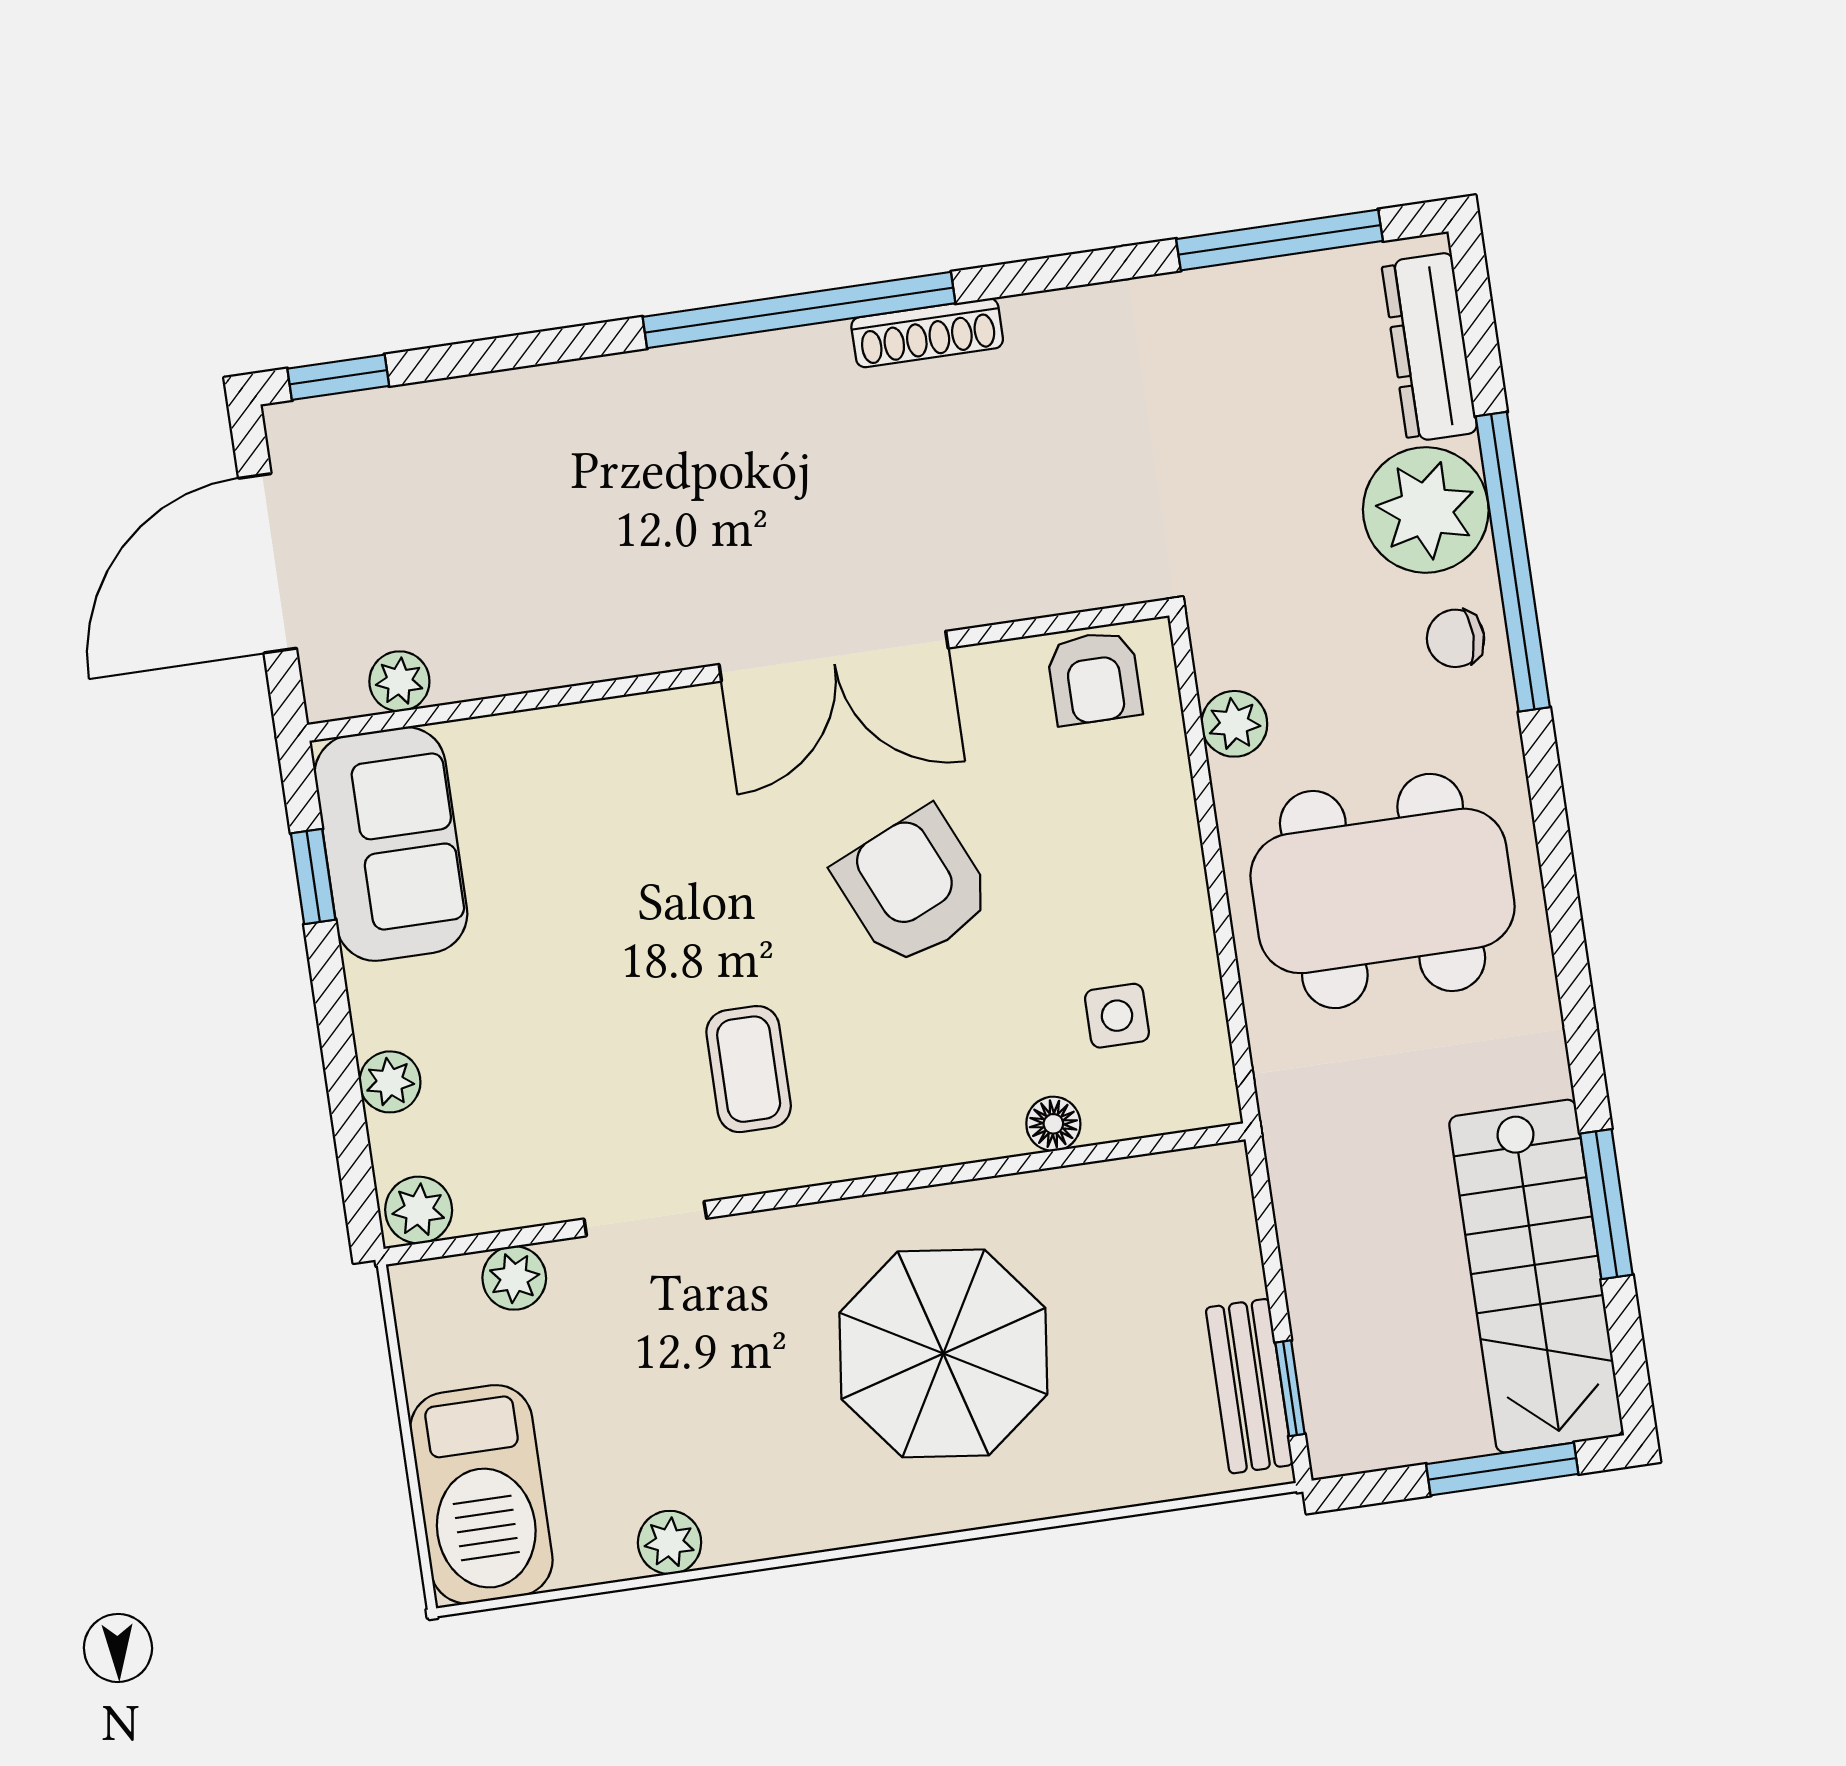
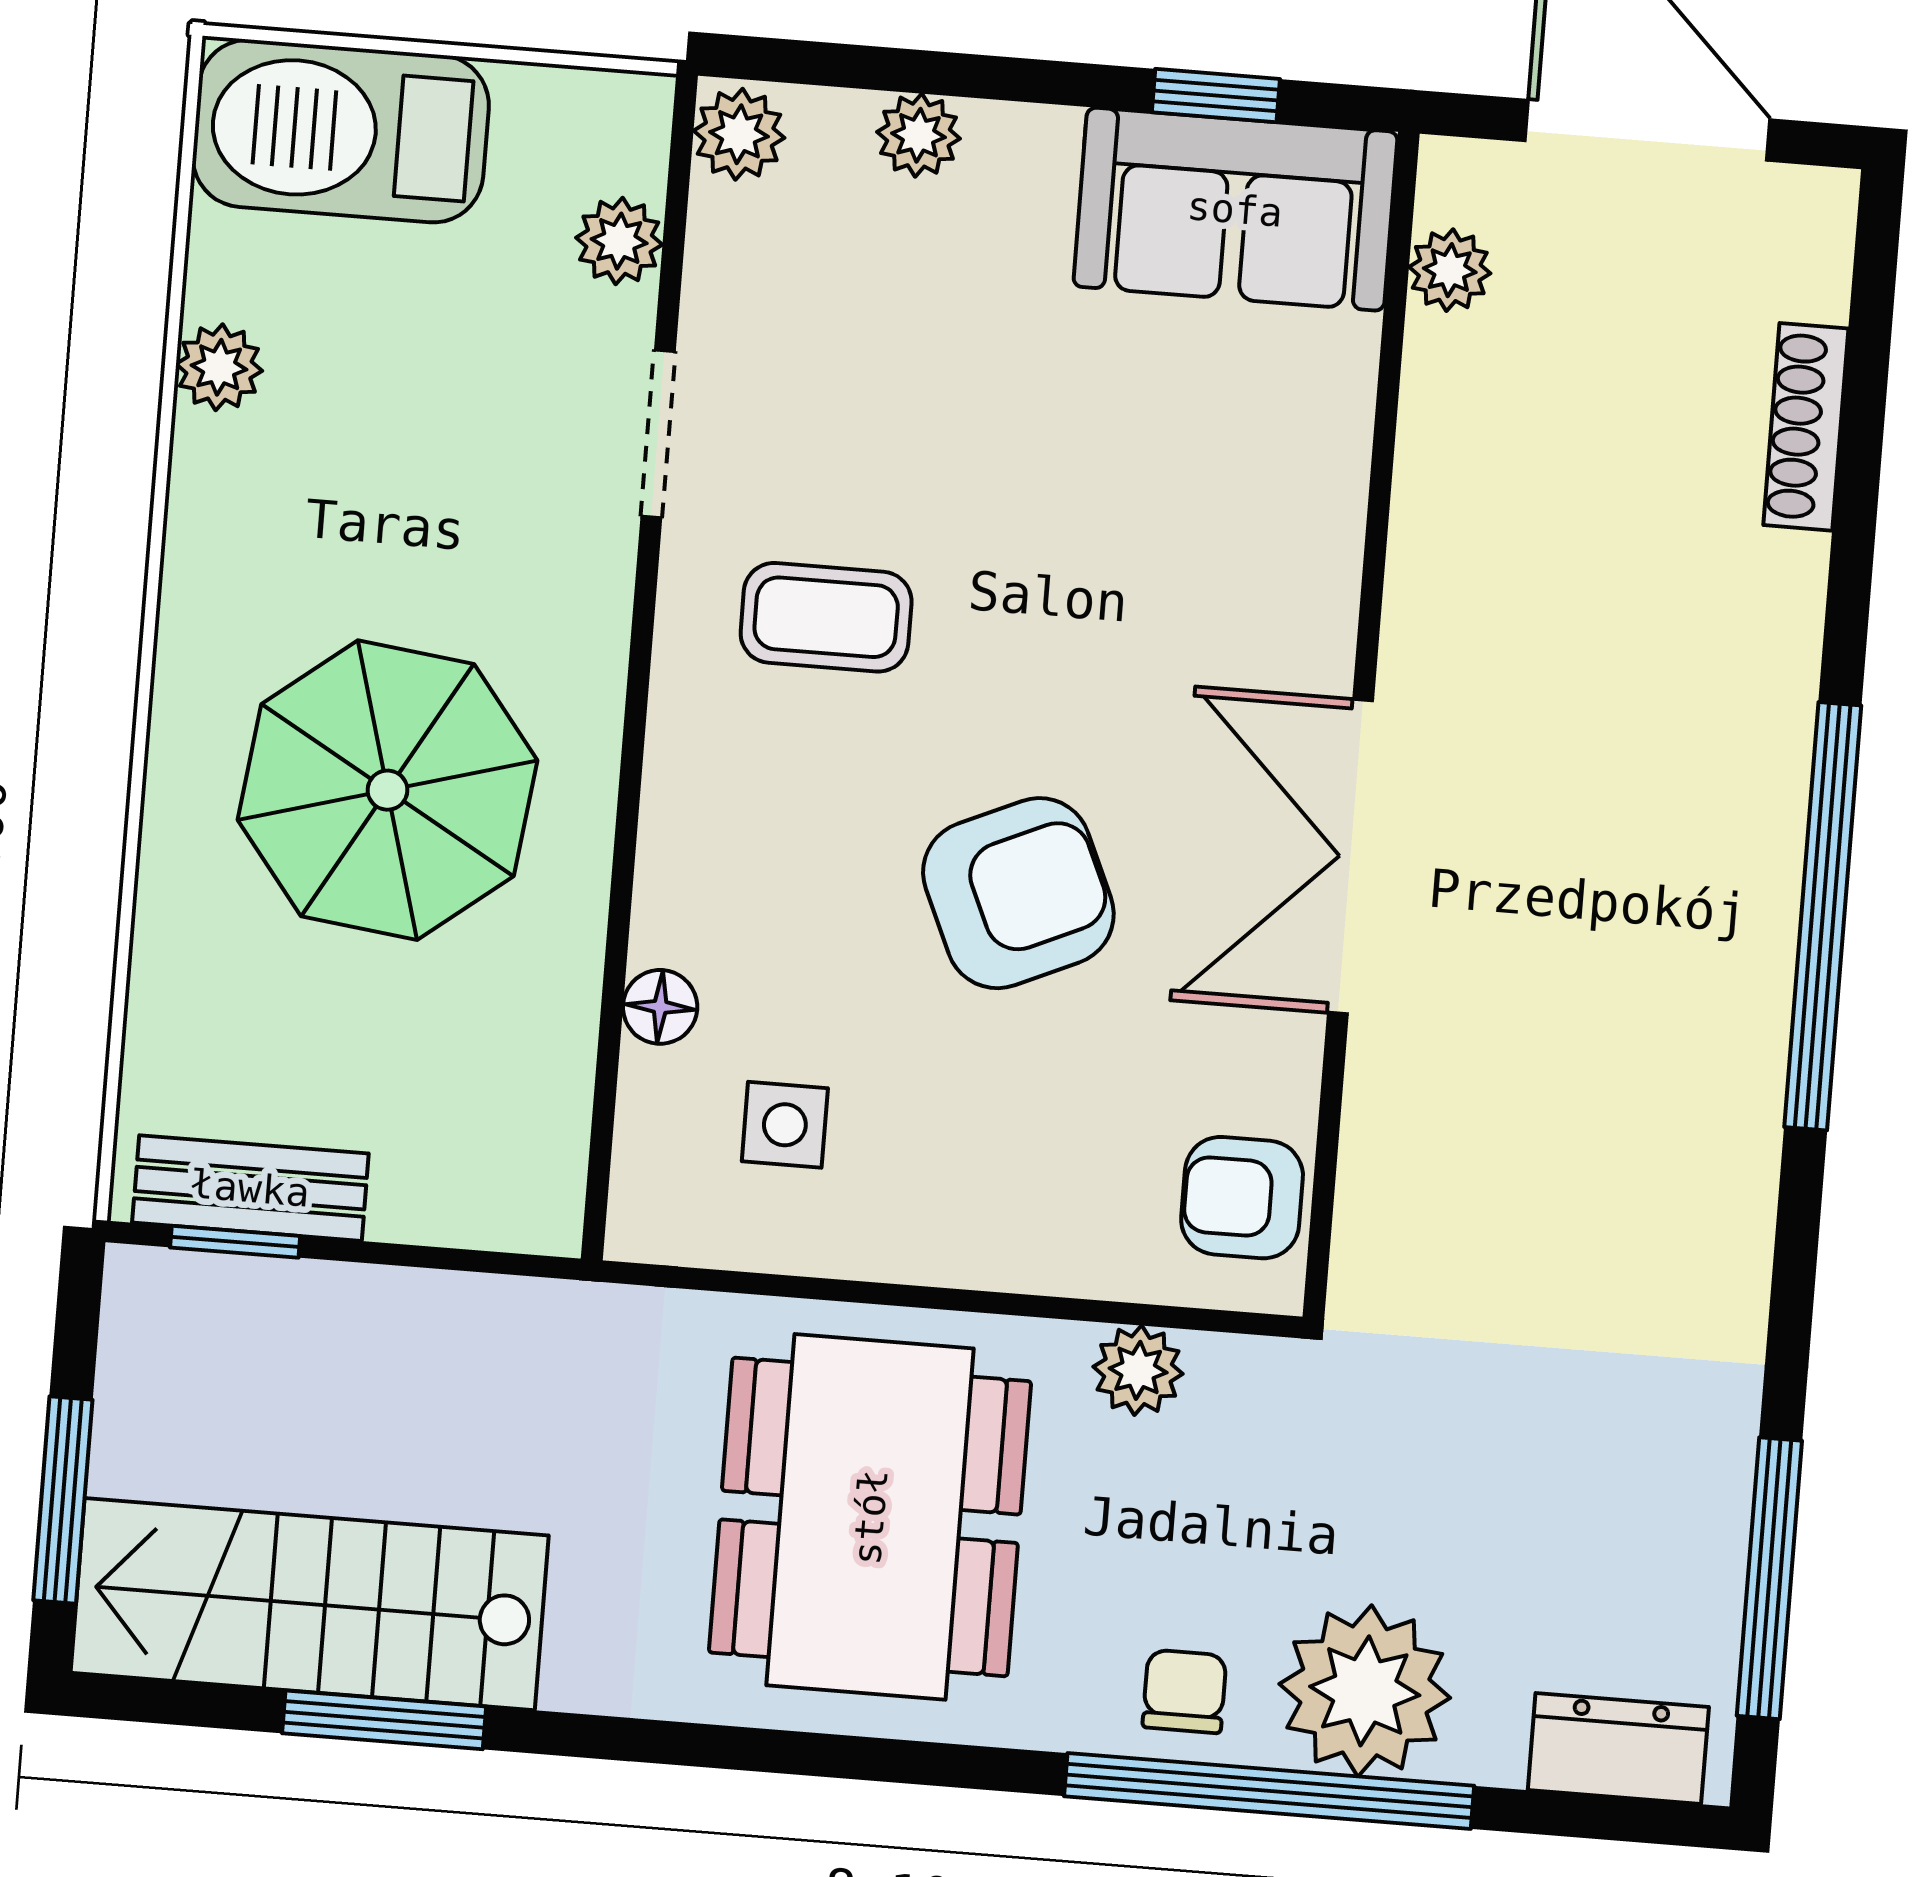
shoe rack: (927, 333) -> (1806, 427), moved
dresser: (1429, 347) -> (1618, 1749), width x0.70
window: (338, 377) -> (1874, 281), removed

